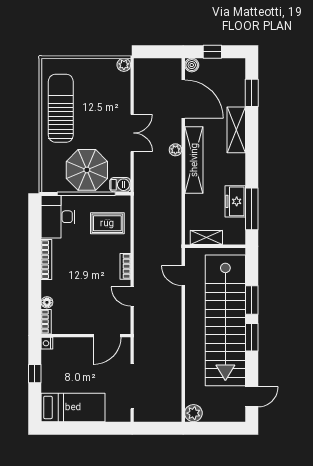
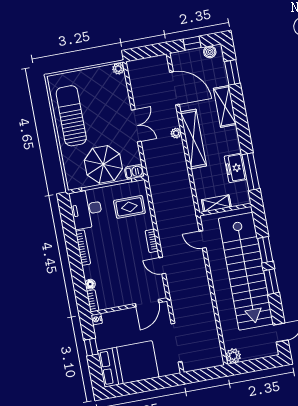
boiler: (192, 65) -> (210, 52), moved
bed: (73, 407) -> (128, 364), width x1.50

